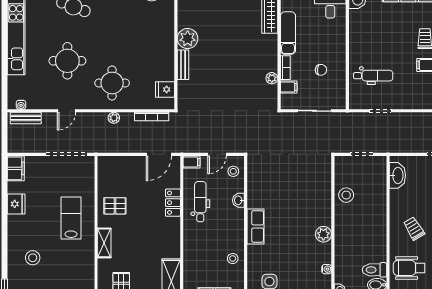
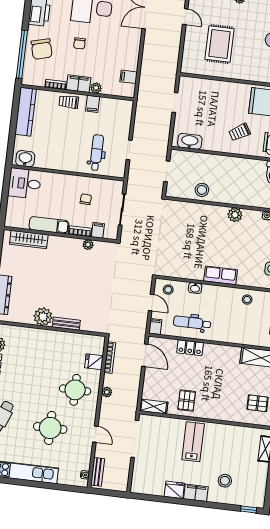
fridge: (165, 89) -> (94, 362), moved, turned 90
filing cabinet: (16, 168) -> (196, 493), moved
lab bench: (71, 218) -> (193, 442), turned 90
shelving: (104, 243) -> (154, 407), moved

